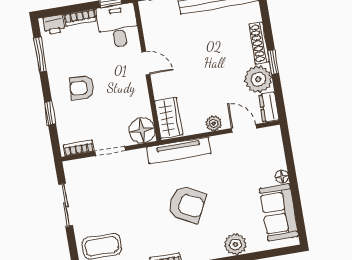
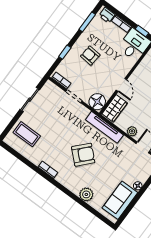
door: (146, 63) -> (121, 85), moved
armchair: (187, 204) -> (83, 155), turned -75

